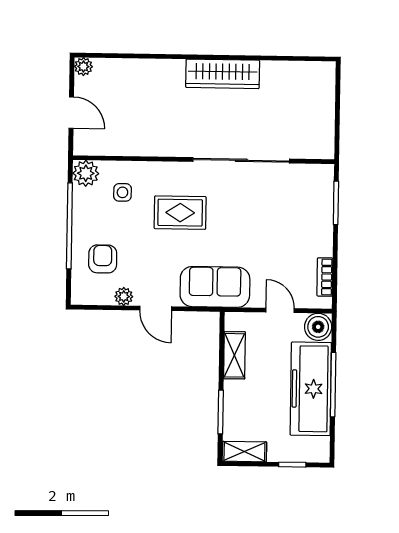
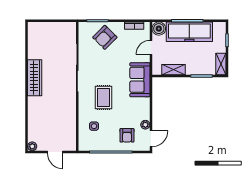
door: (71, 113) -> (55, 152), swing flipped
plant: (86, 173) -> (85, 144), removed
armchair: (302, 217) -> (105, 37), added
armchair: (103, 259) -> (127, 135), turned -90
door: (156, 308) -> (151, 139), moved

